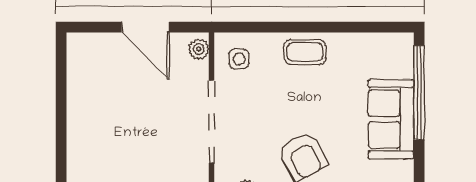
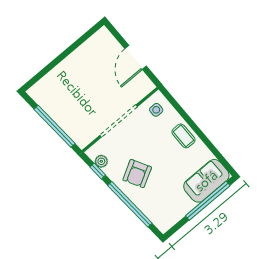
plant: (199, 49) -> (146, 89), removed
sofa: (391, 119) -> (206, 181), moved

